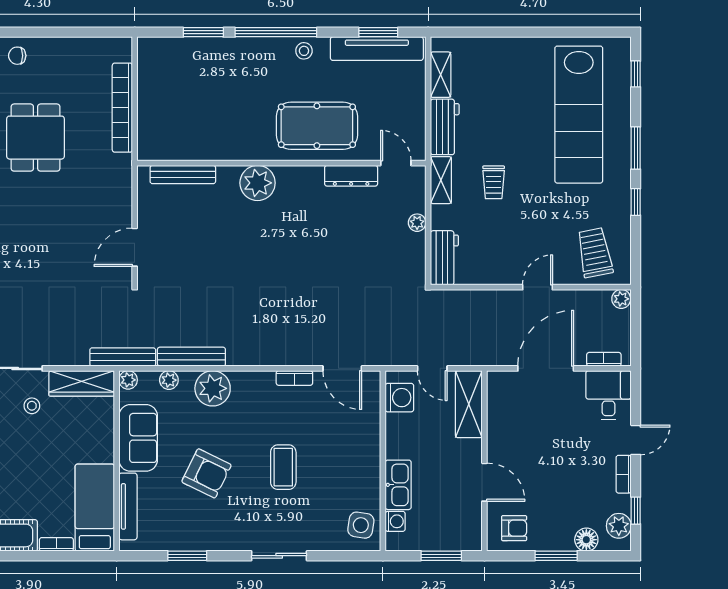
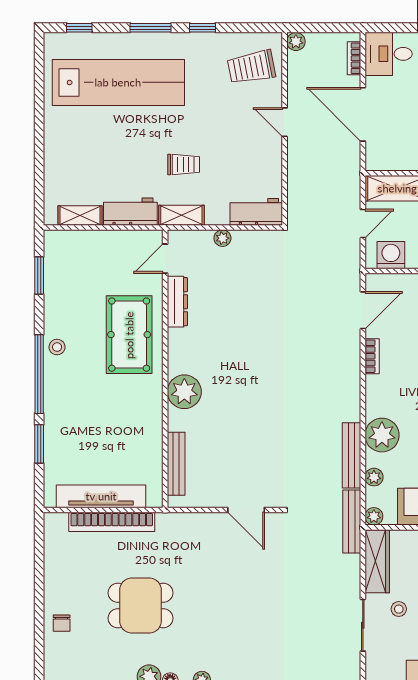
tv unit: (377, 49) -> (101, 496), moved, turned -90

